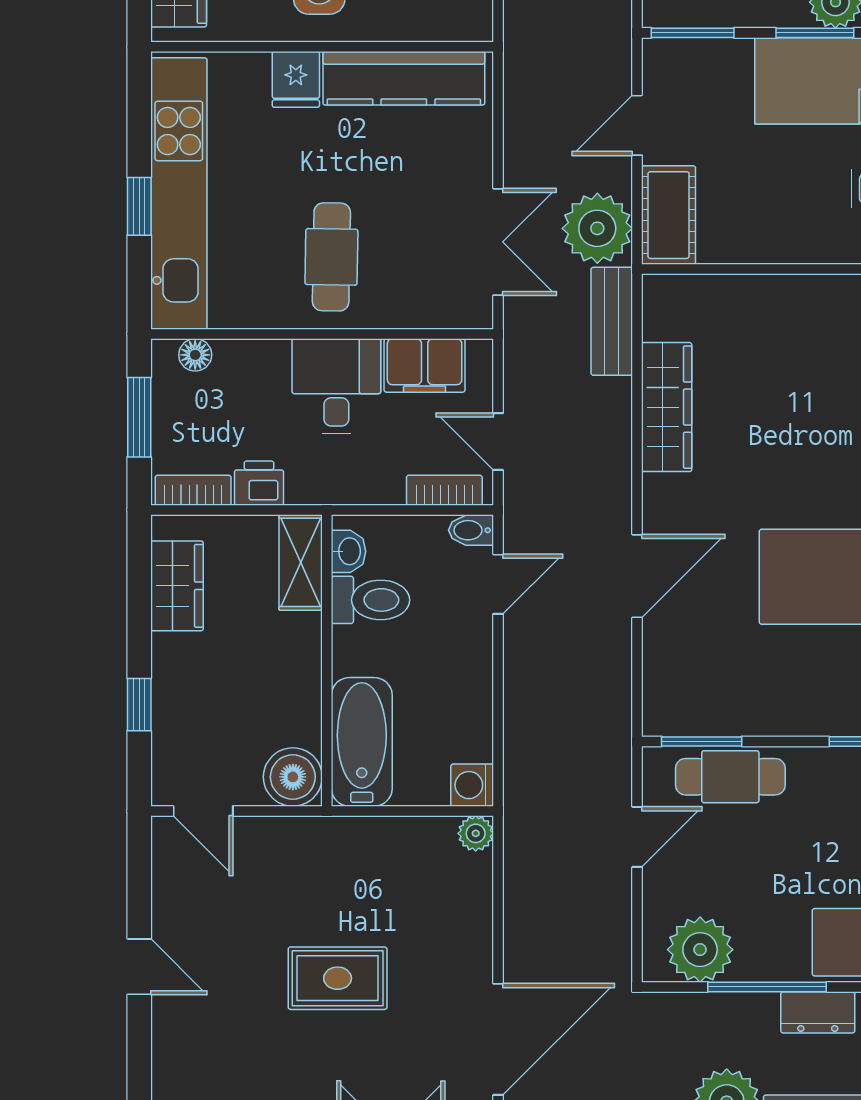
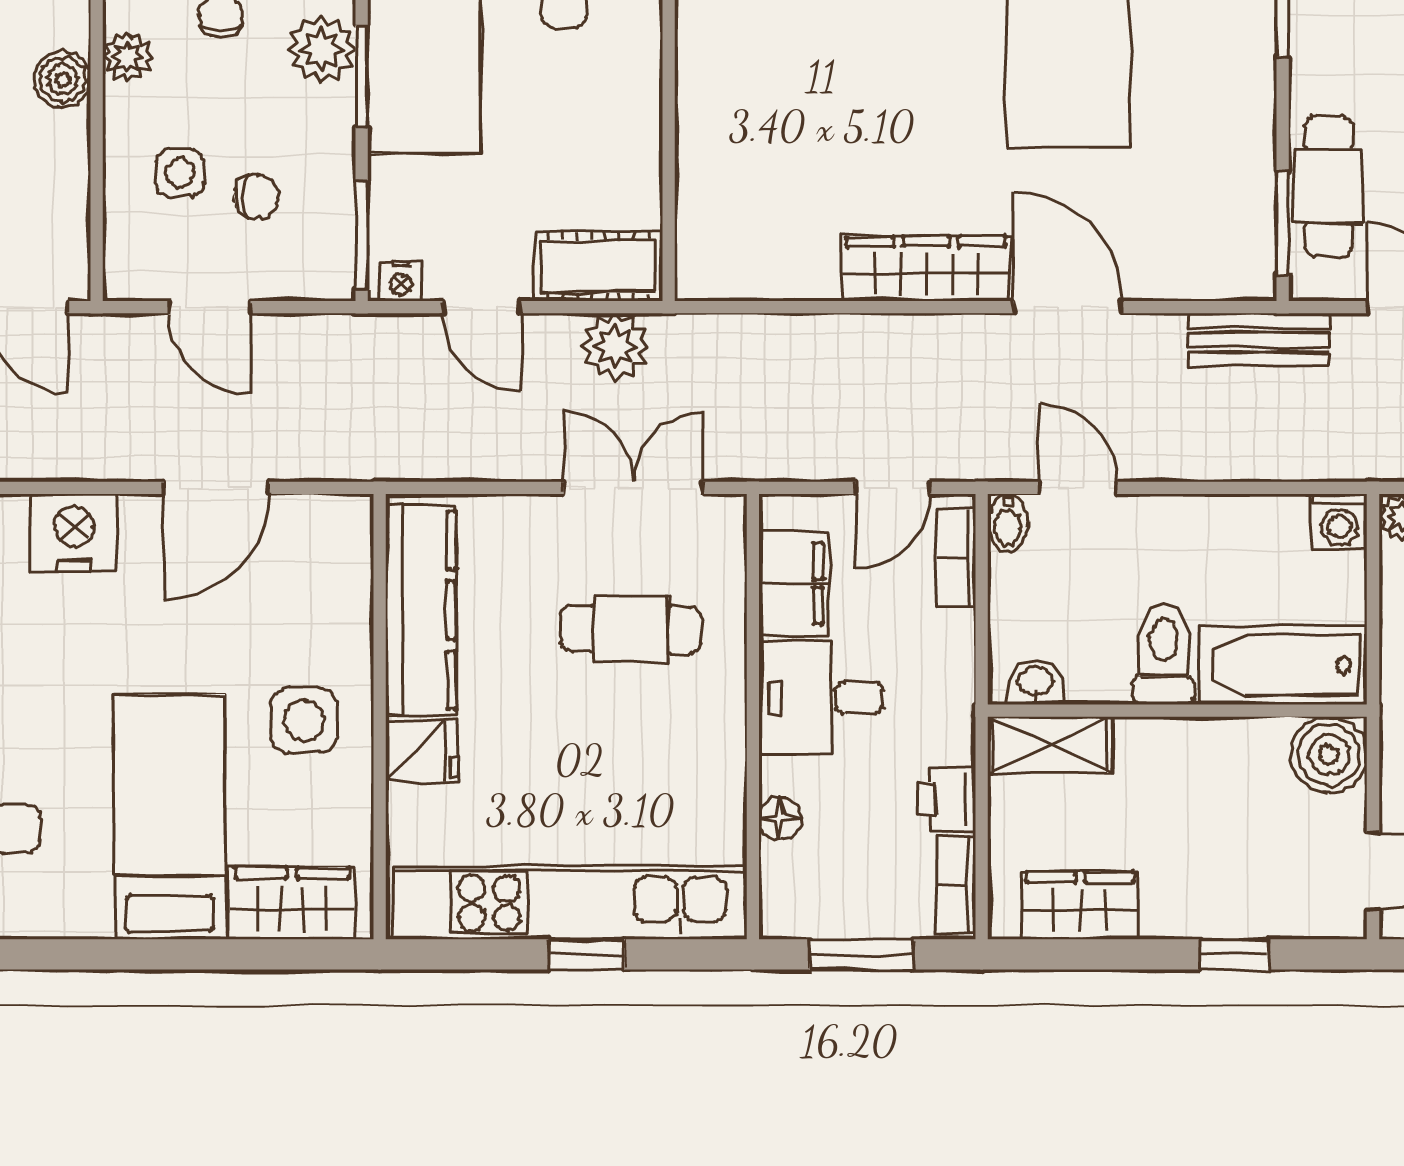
nightstand: (657, 63) -> (401, 281), added
plant: (597, 228) -> (616, 347), width x0.73, depth x0.73
cafe table: (331, 257) -> (631, 629), moved
bench: (612, 321) -> (1259, 340), moved
floor lamp: (195, 355) -> (780, 818), moved
wardrobe: (667, 407) -> (926, 269), moved
toilet: (370, 600) -> (1164, 654), moved

